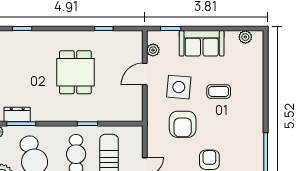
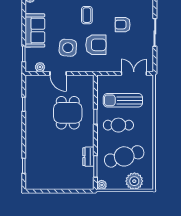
dining table: (75, 72) -> (68, 113), moved, turned 90
coffee table: (219, 92) -> (87, 15), moved
dresser: (17, 114) -> (88, 157), moved

